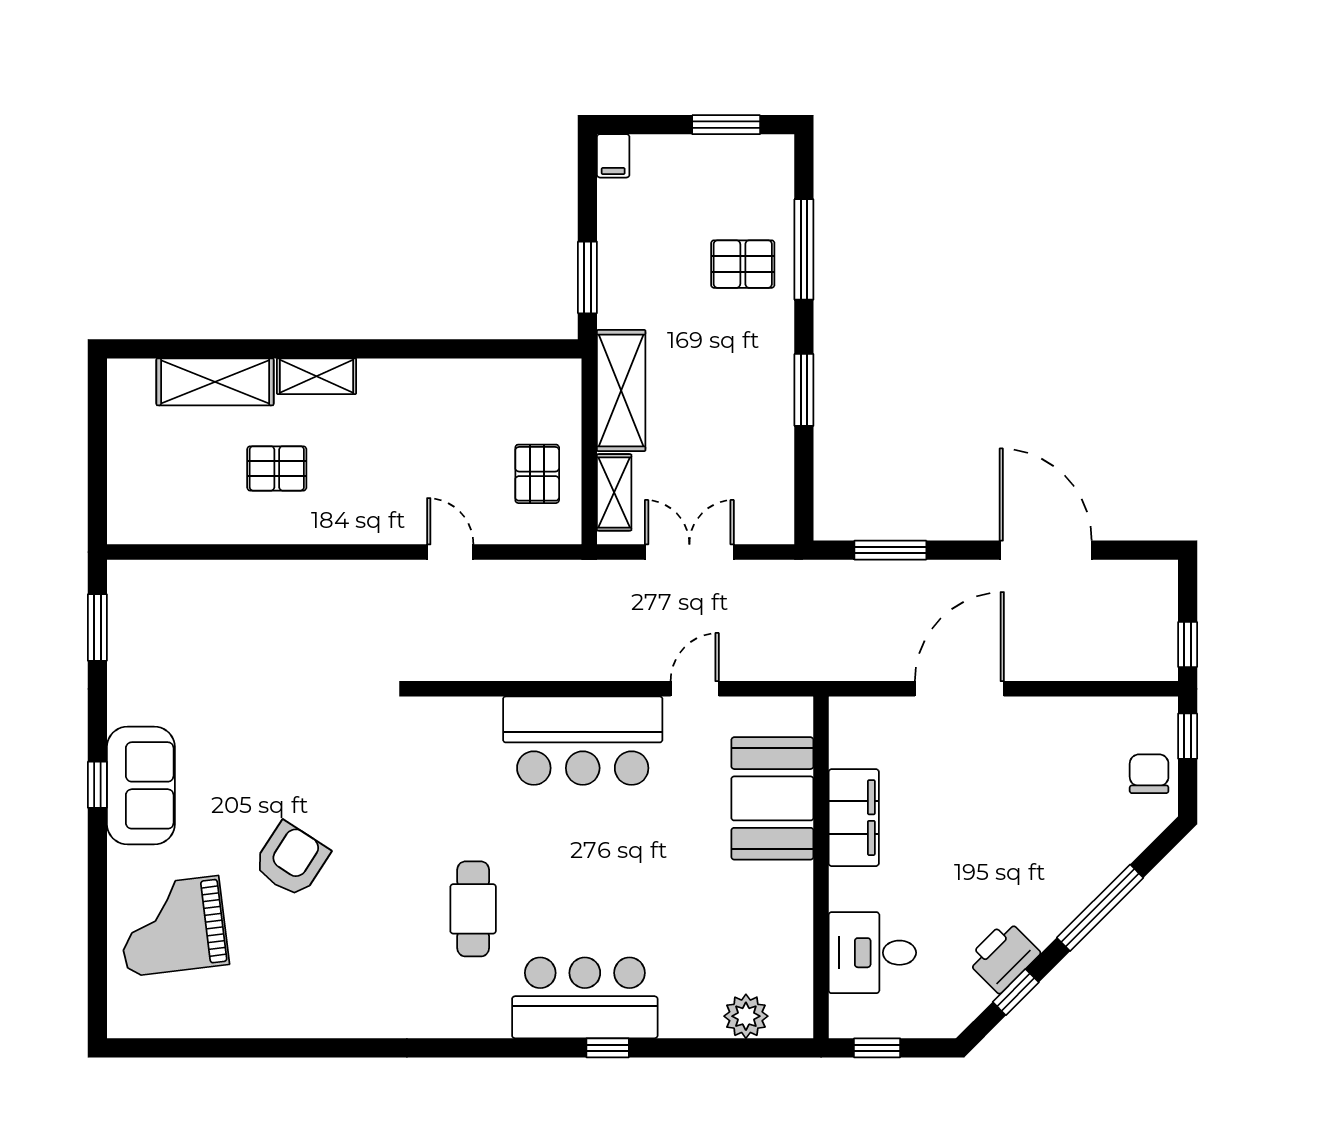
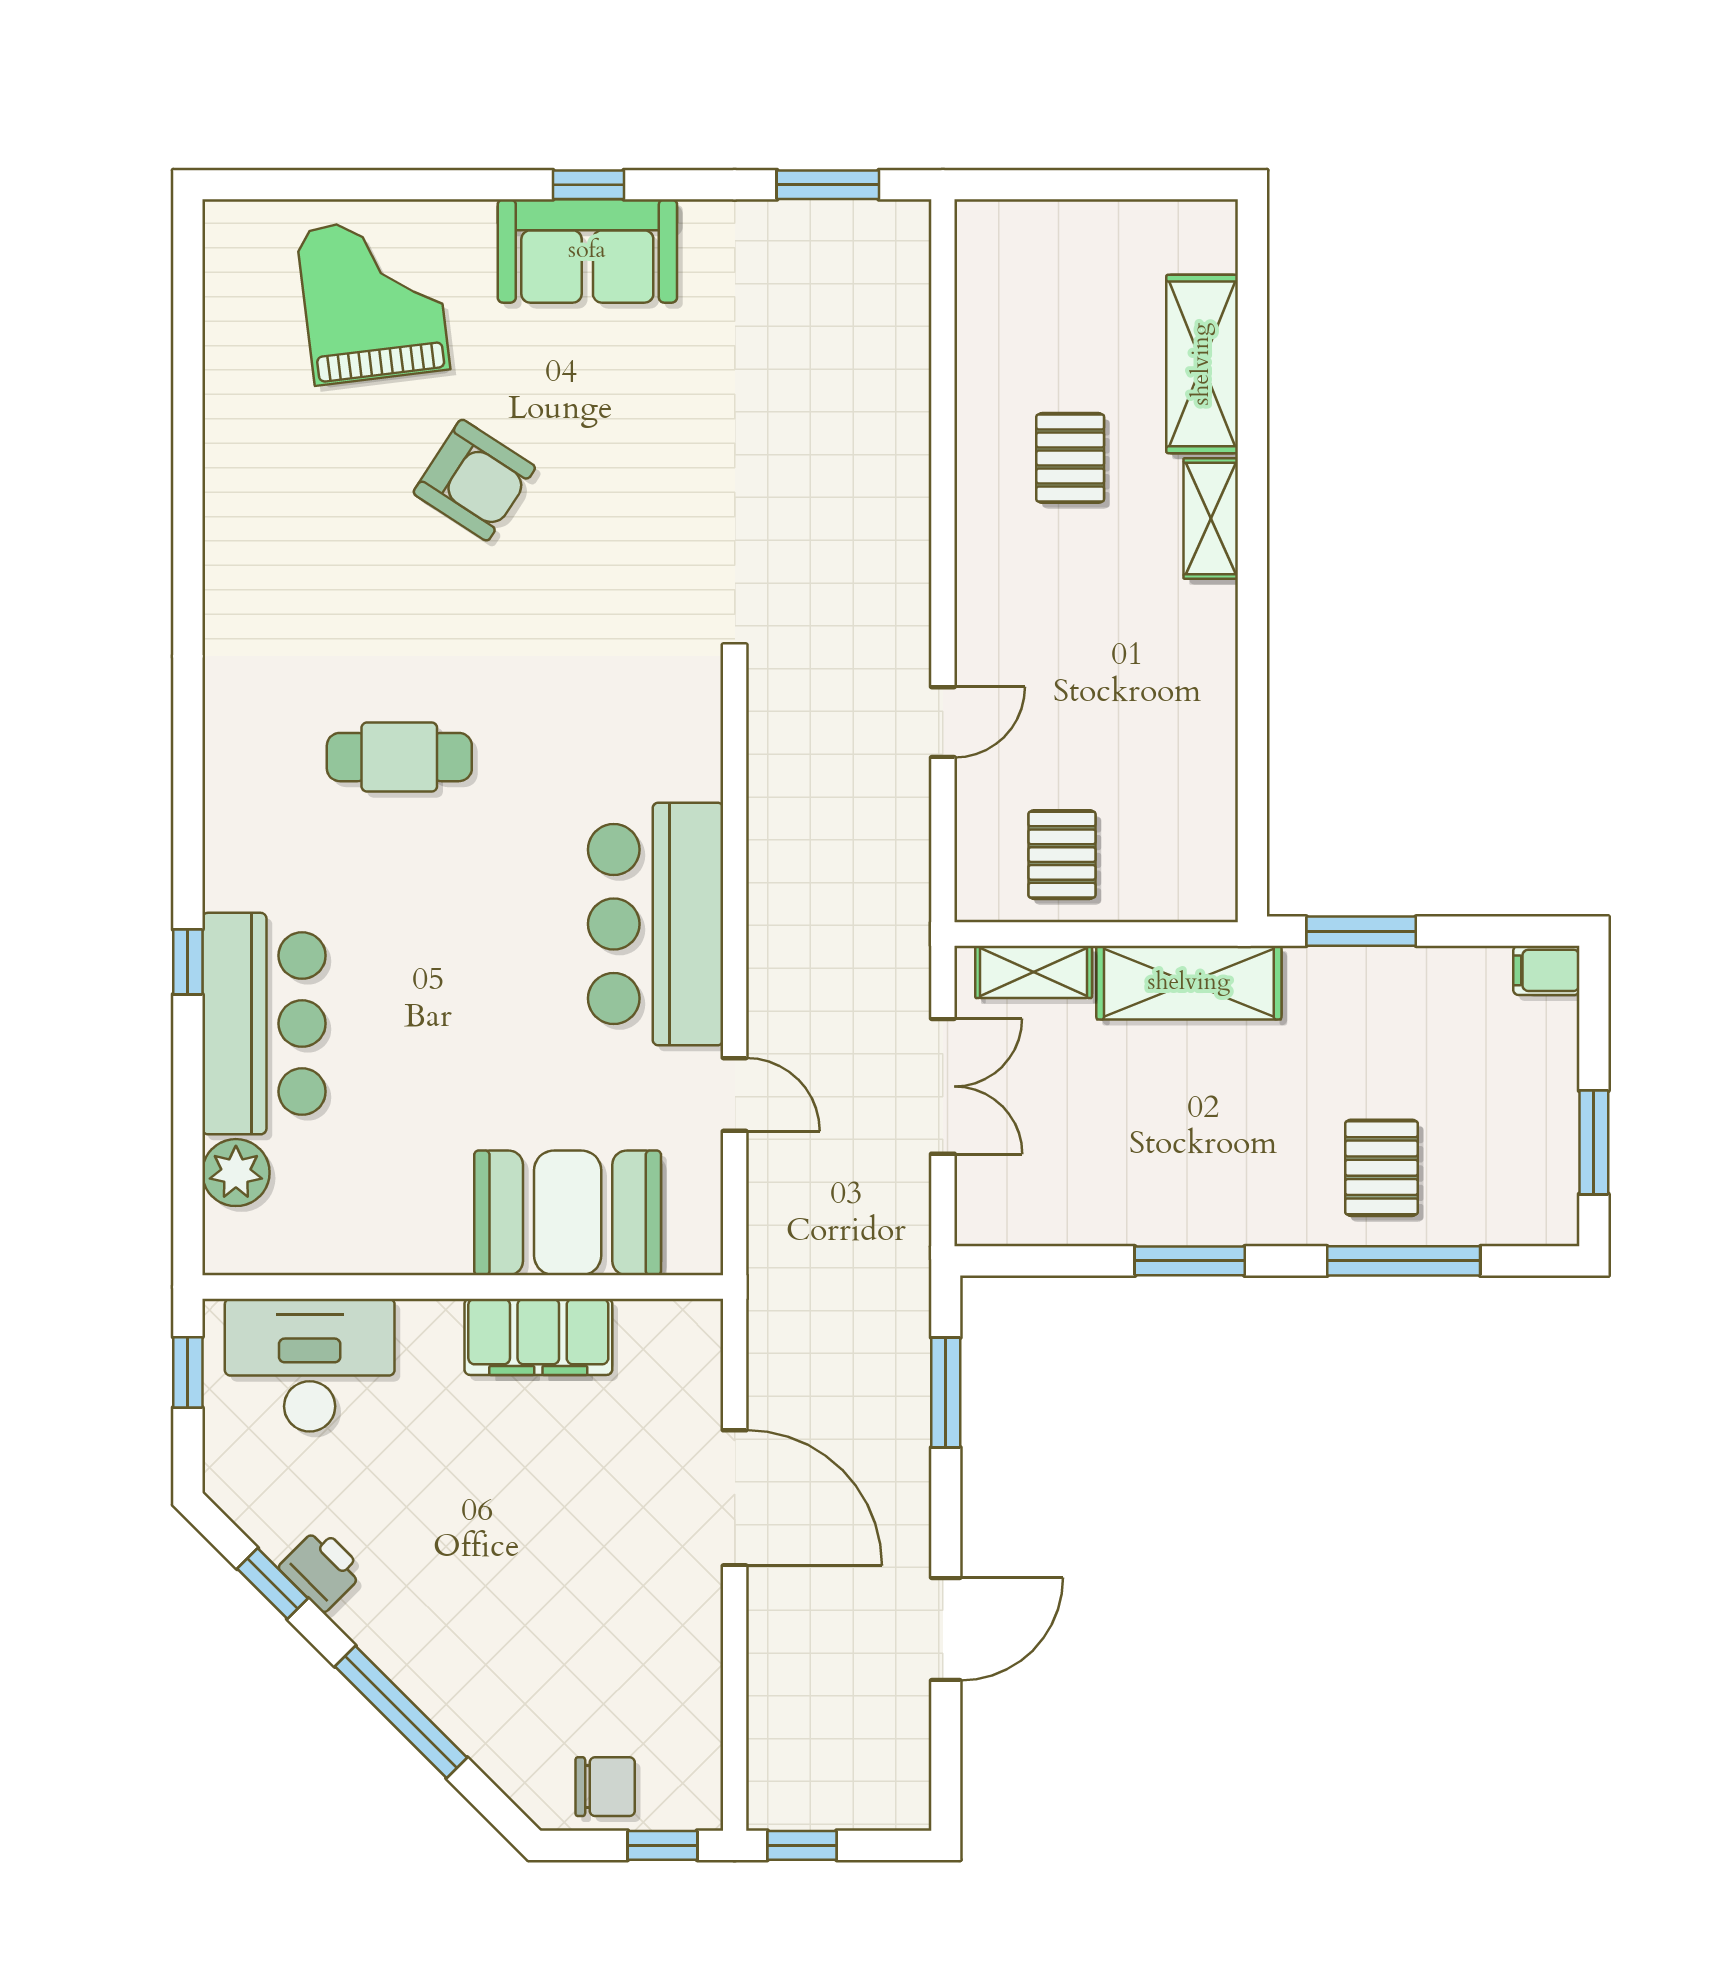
pallet: (537, 474) -> (1062, 855), turned 90
door: (1046, 550) -> (946, 1629), width x0.73
desk: (872, 953) -> (310, 1365), width x1.37
printer: (1003, 956) -> (322, 1569), width x0.73, depth x0.81
bar counter: (585, 998) -> (264, 1024), moved

